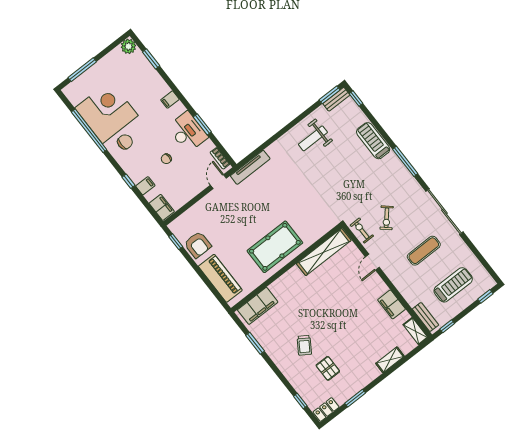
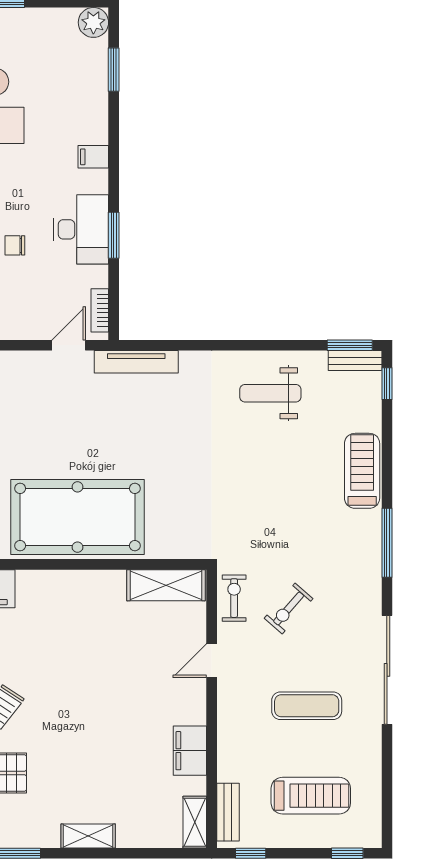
pool table: (275, 247) -> (77, 517), width x1.36, depth x1.32
shelving: (324, 252) -> (166, 585), width x0.68
shelving: (390, 360) -> (88, 836), moved

